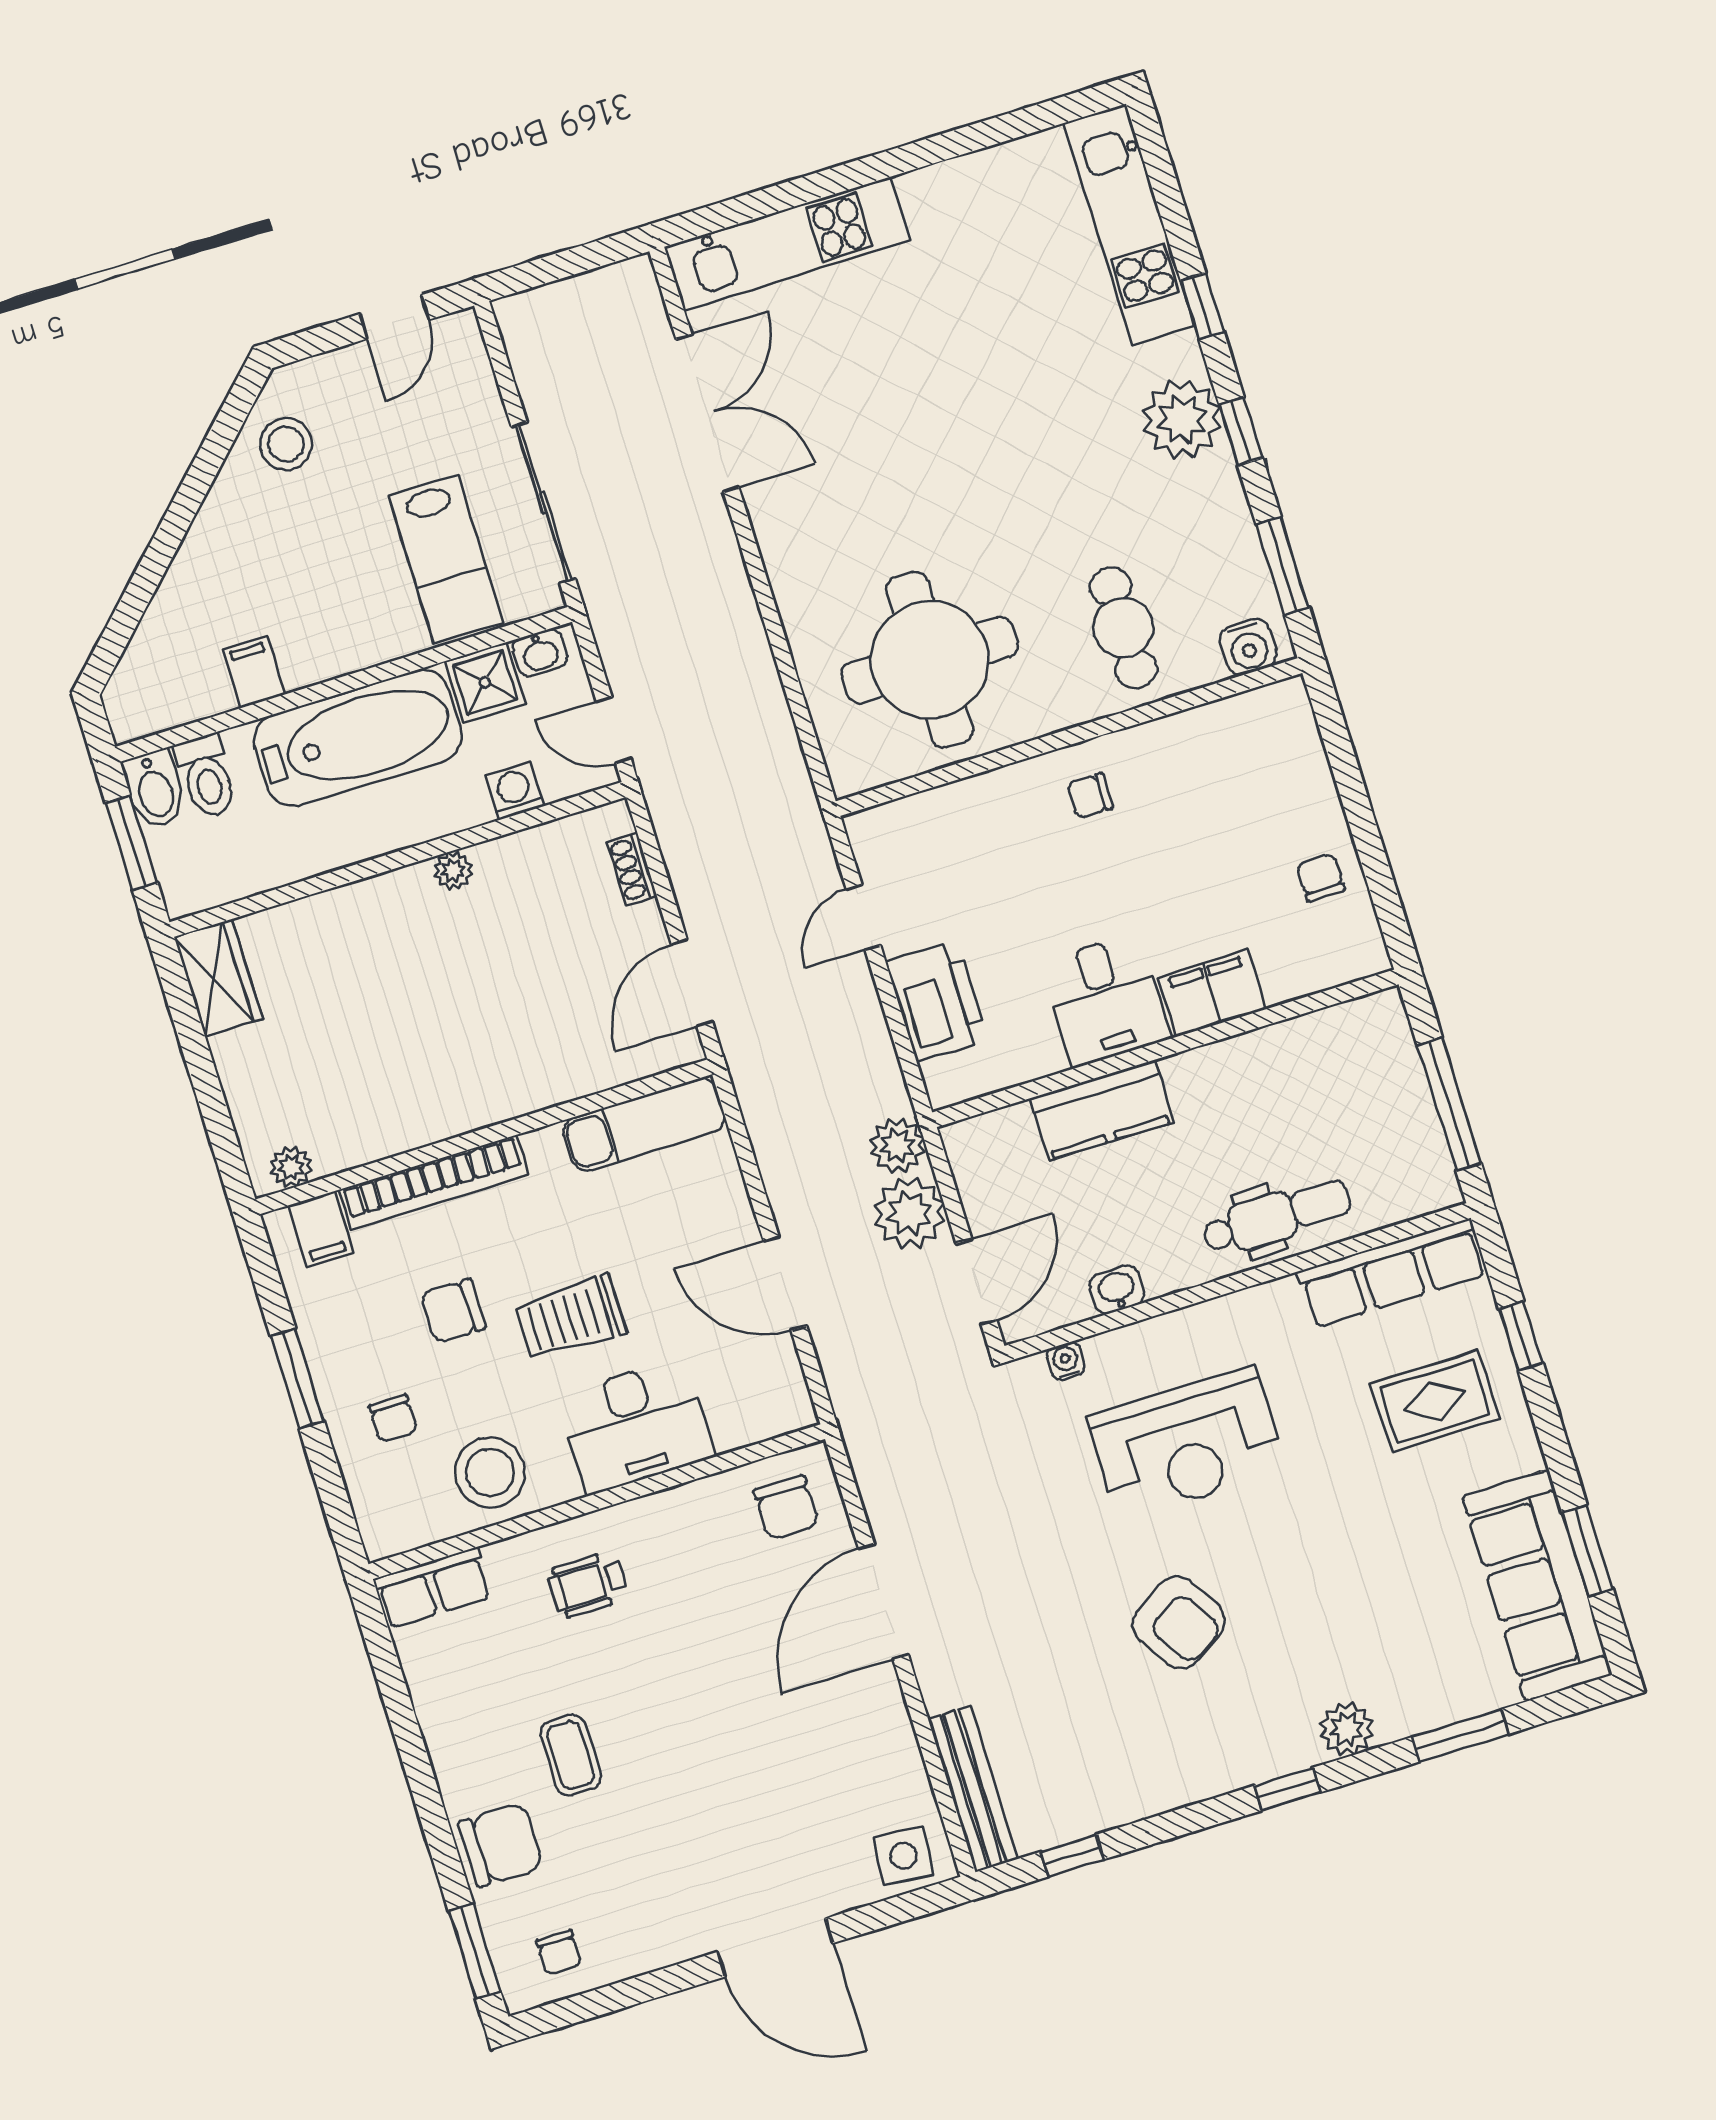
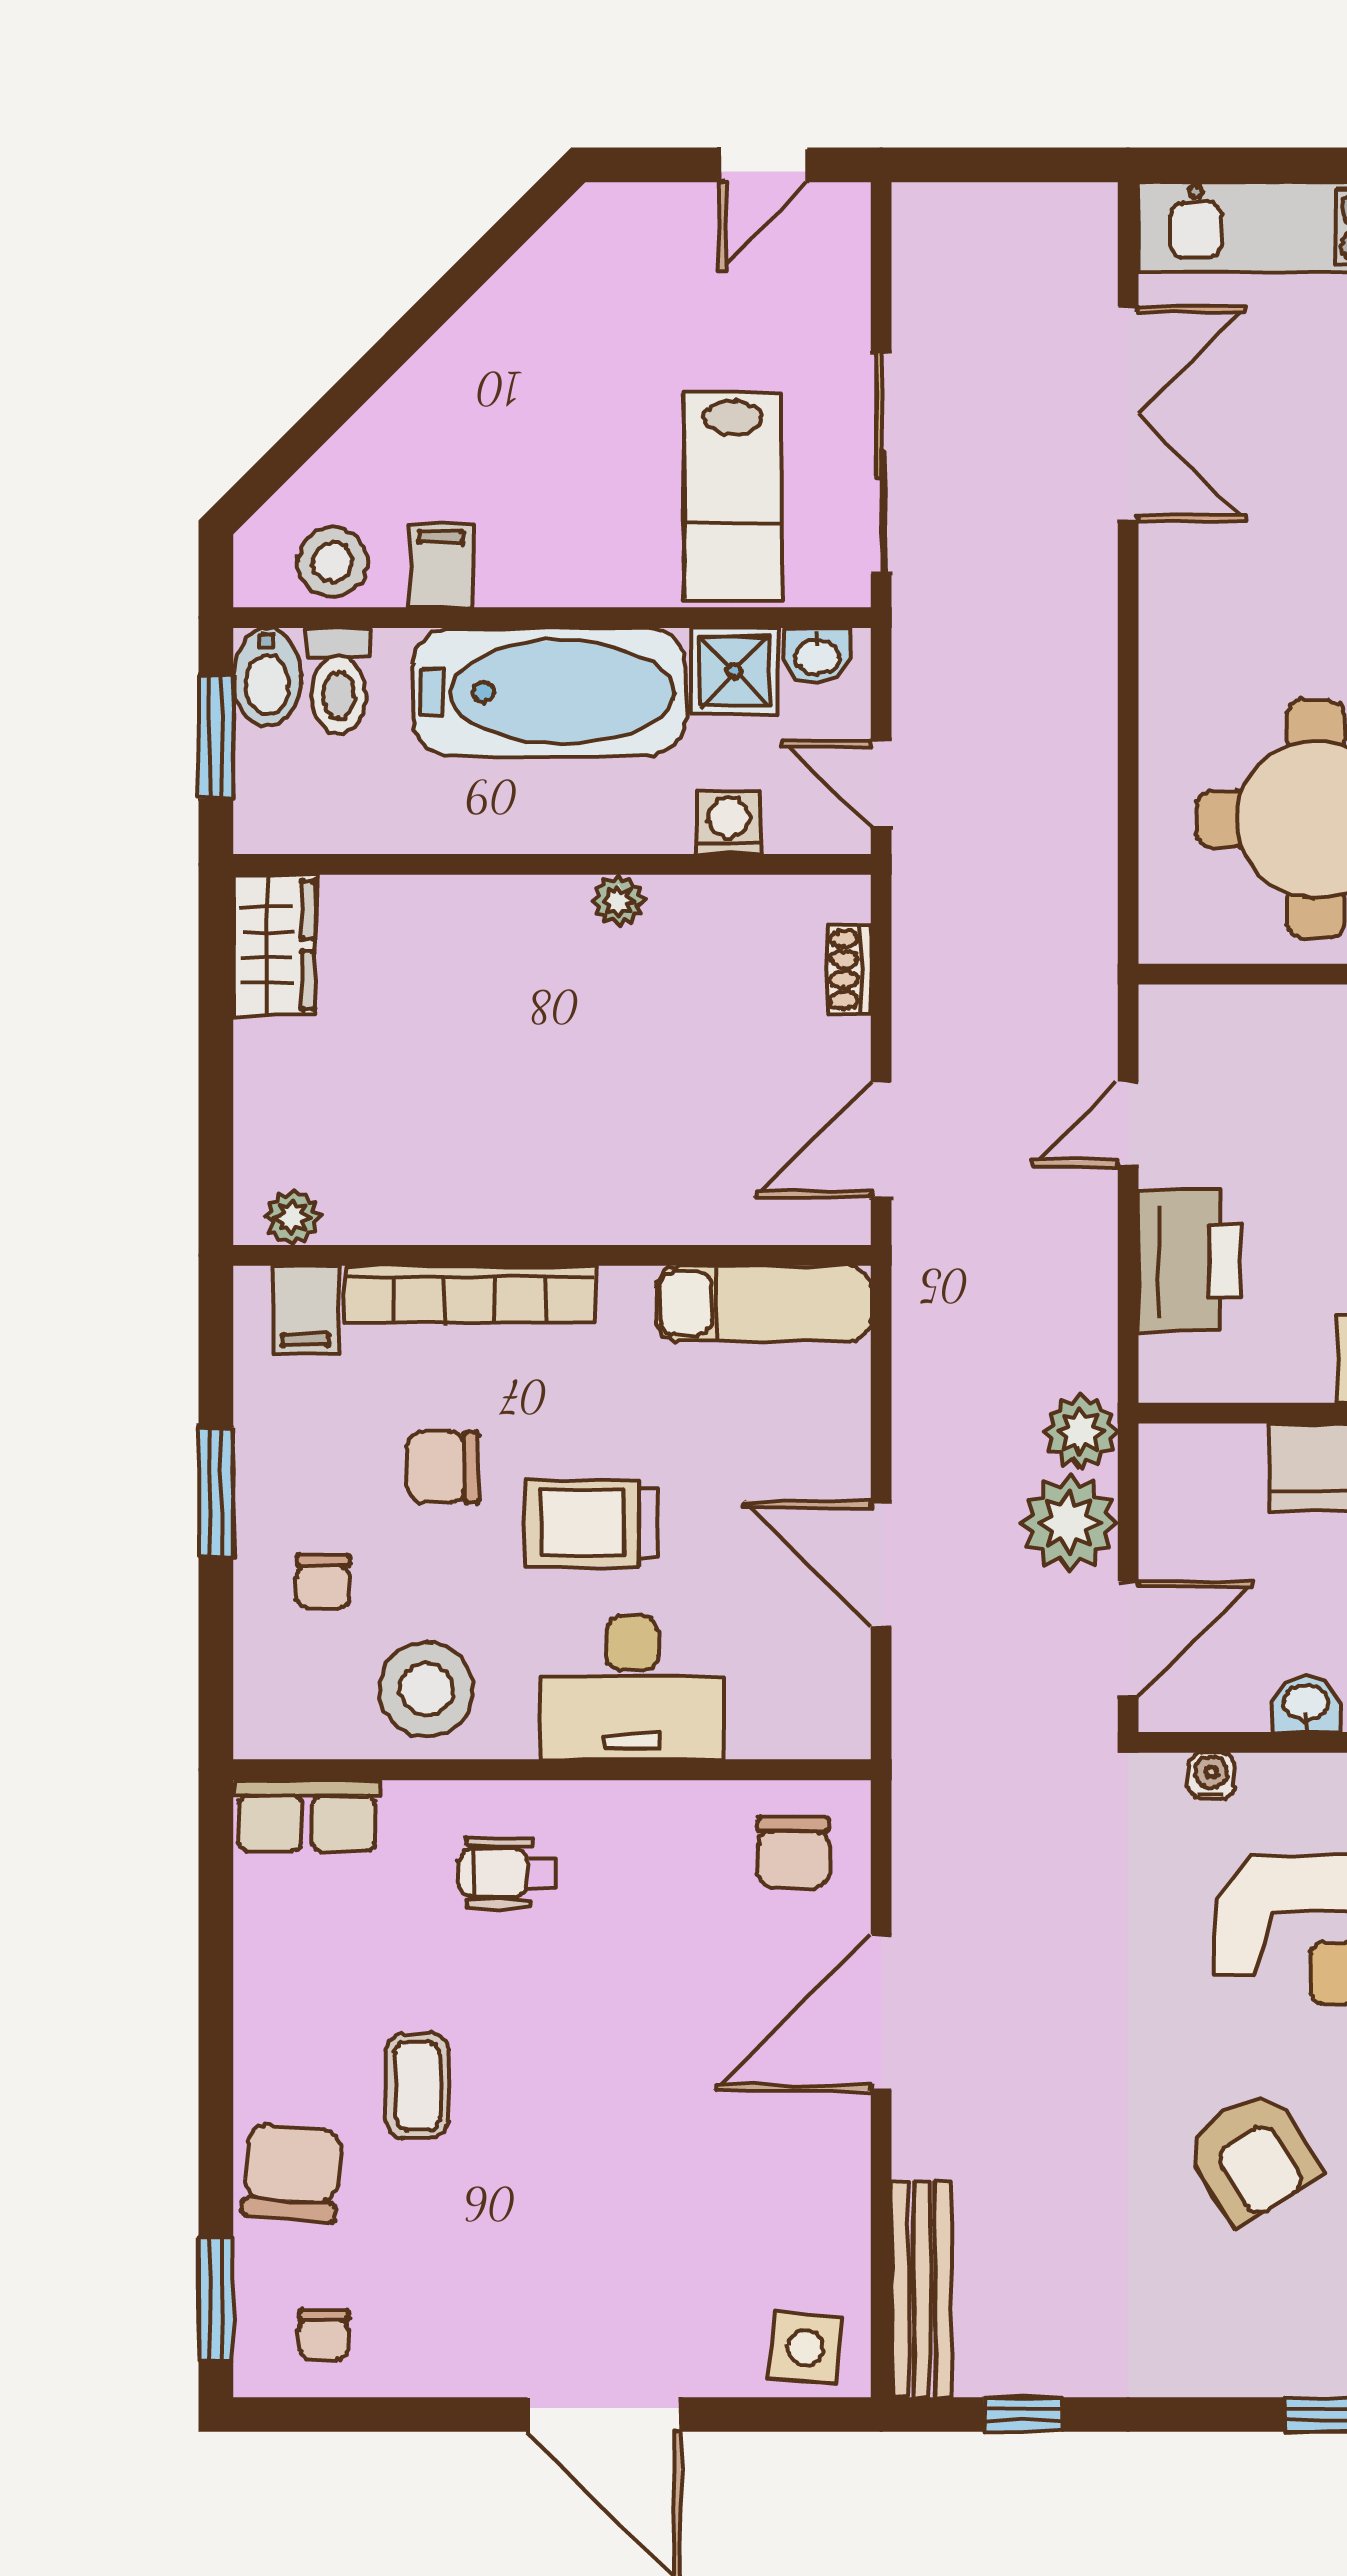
stool: (286, 444) -> (332, 562), moved
chair: (501, 1845) -> (292, 2173), turned -85

